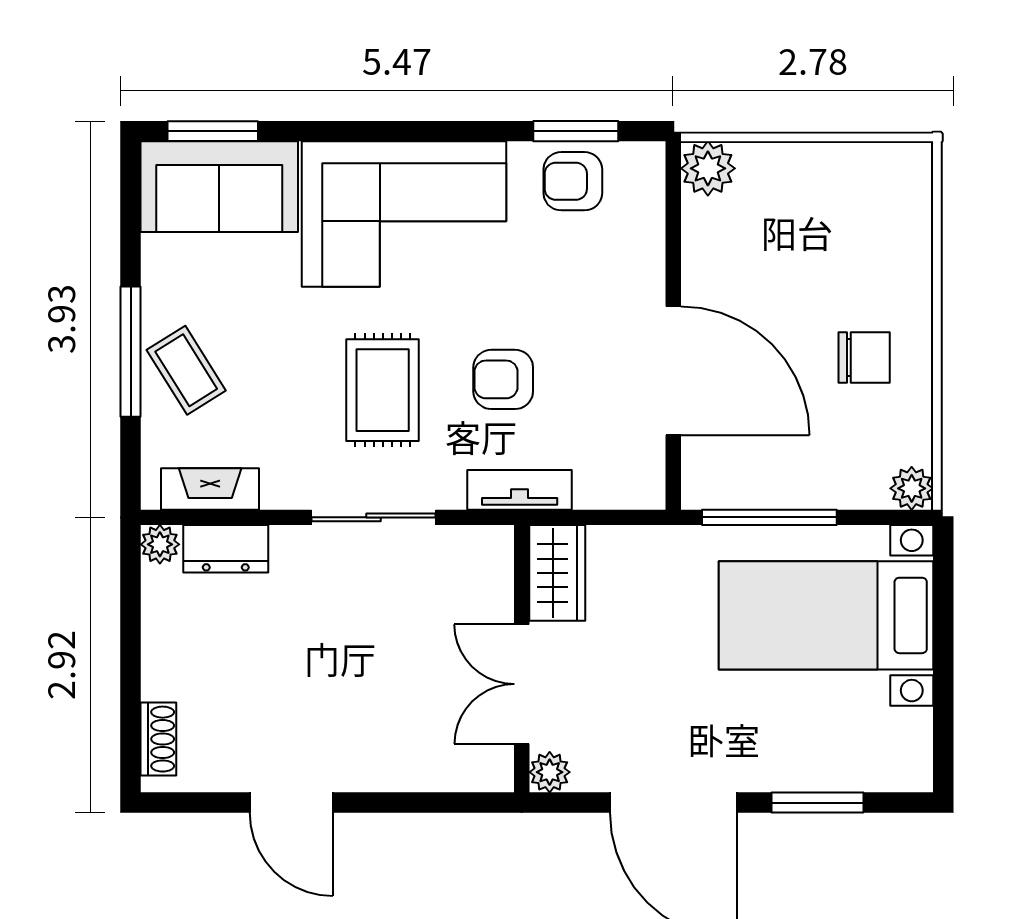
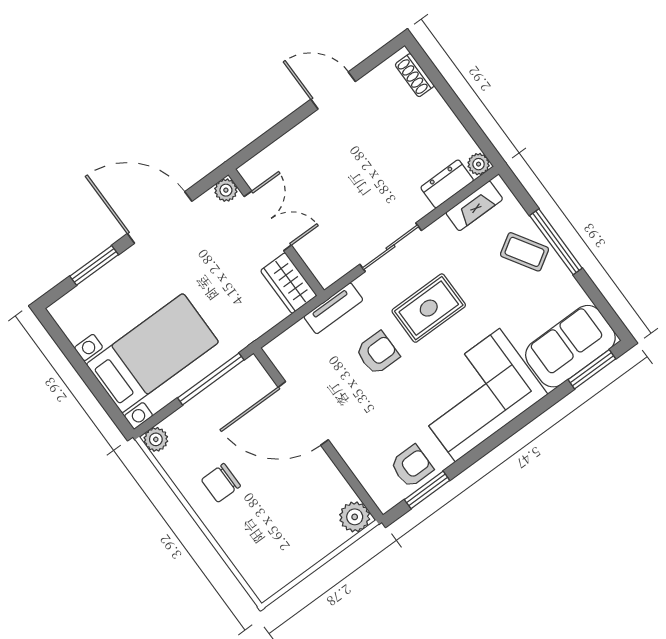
rug: (383, 390) -> (429, 308), turned 90

